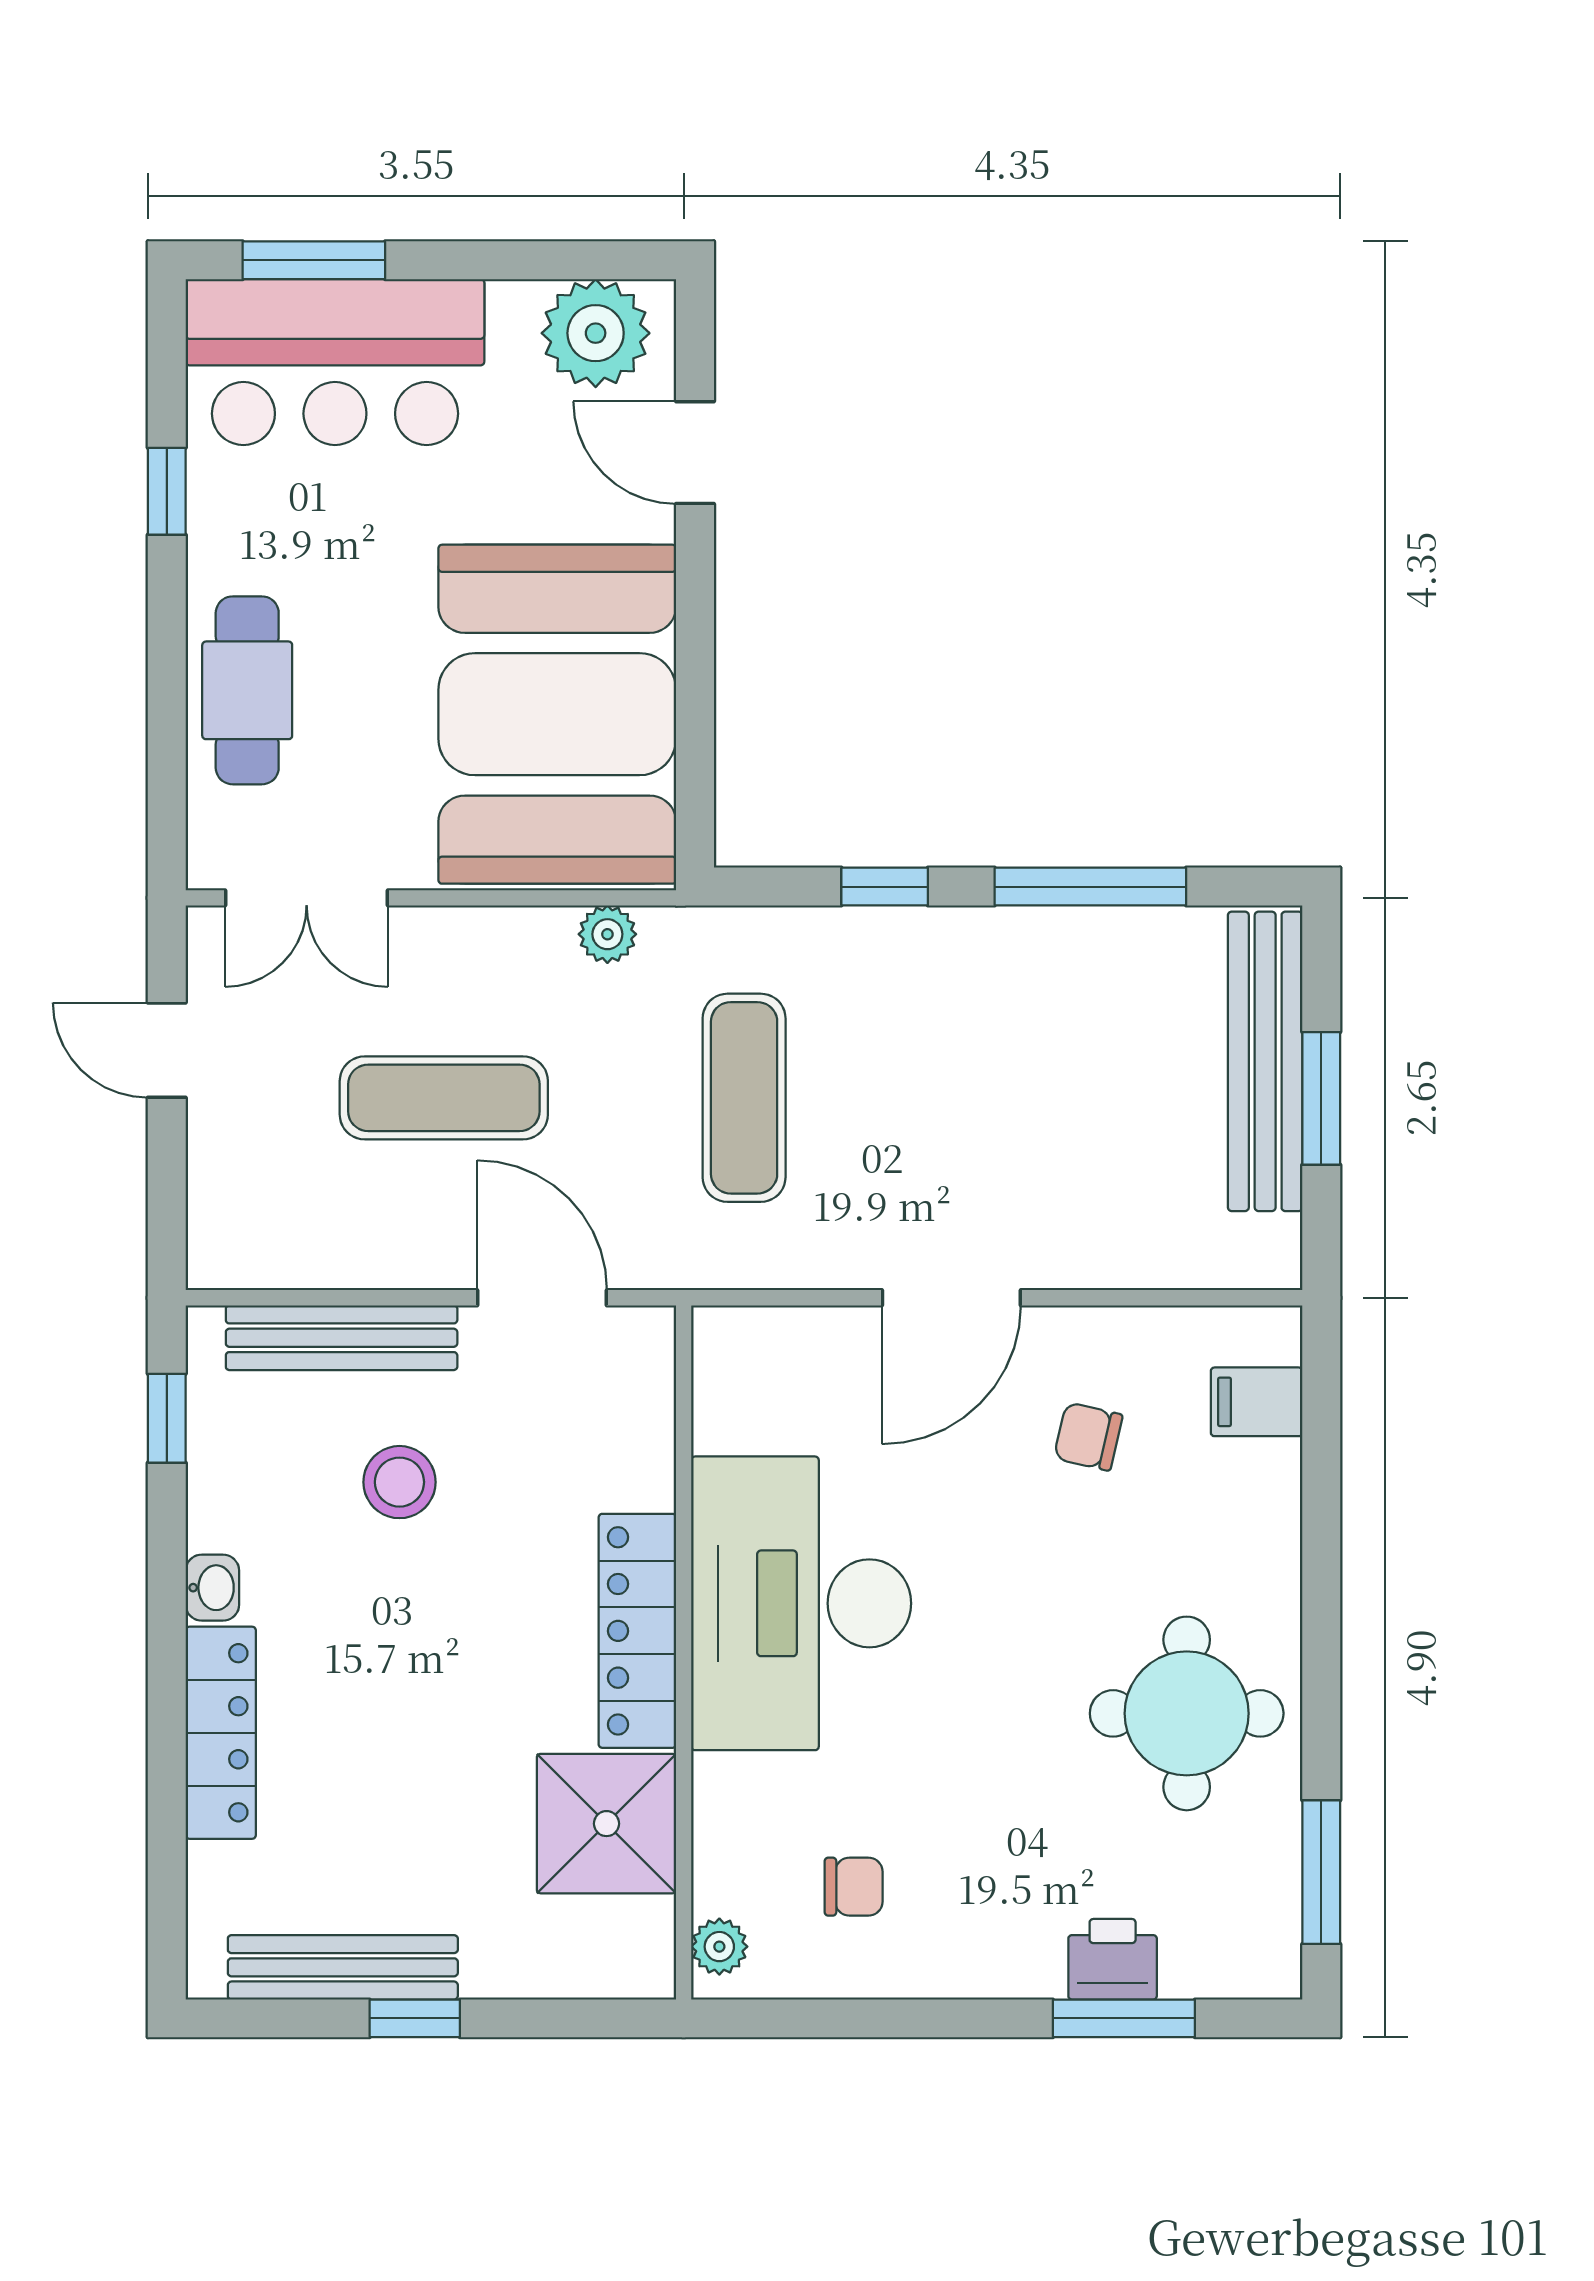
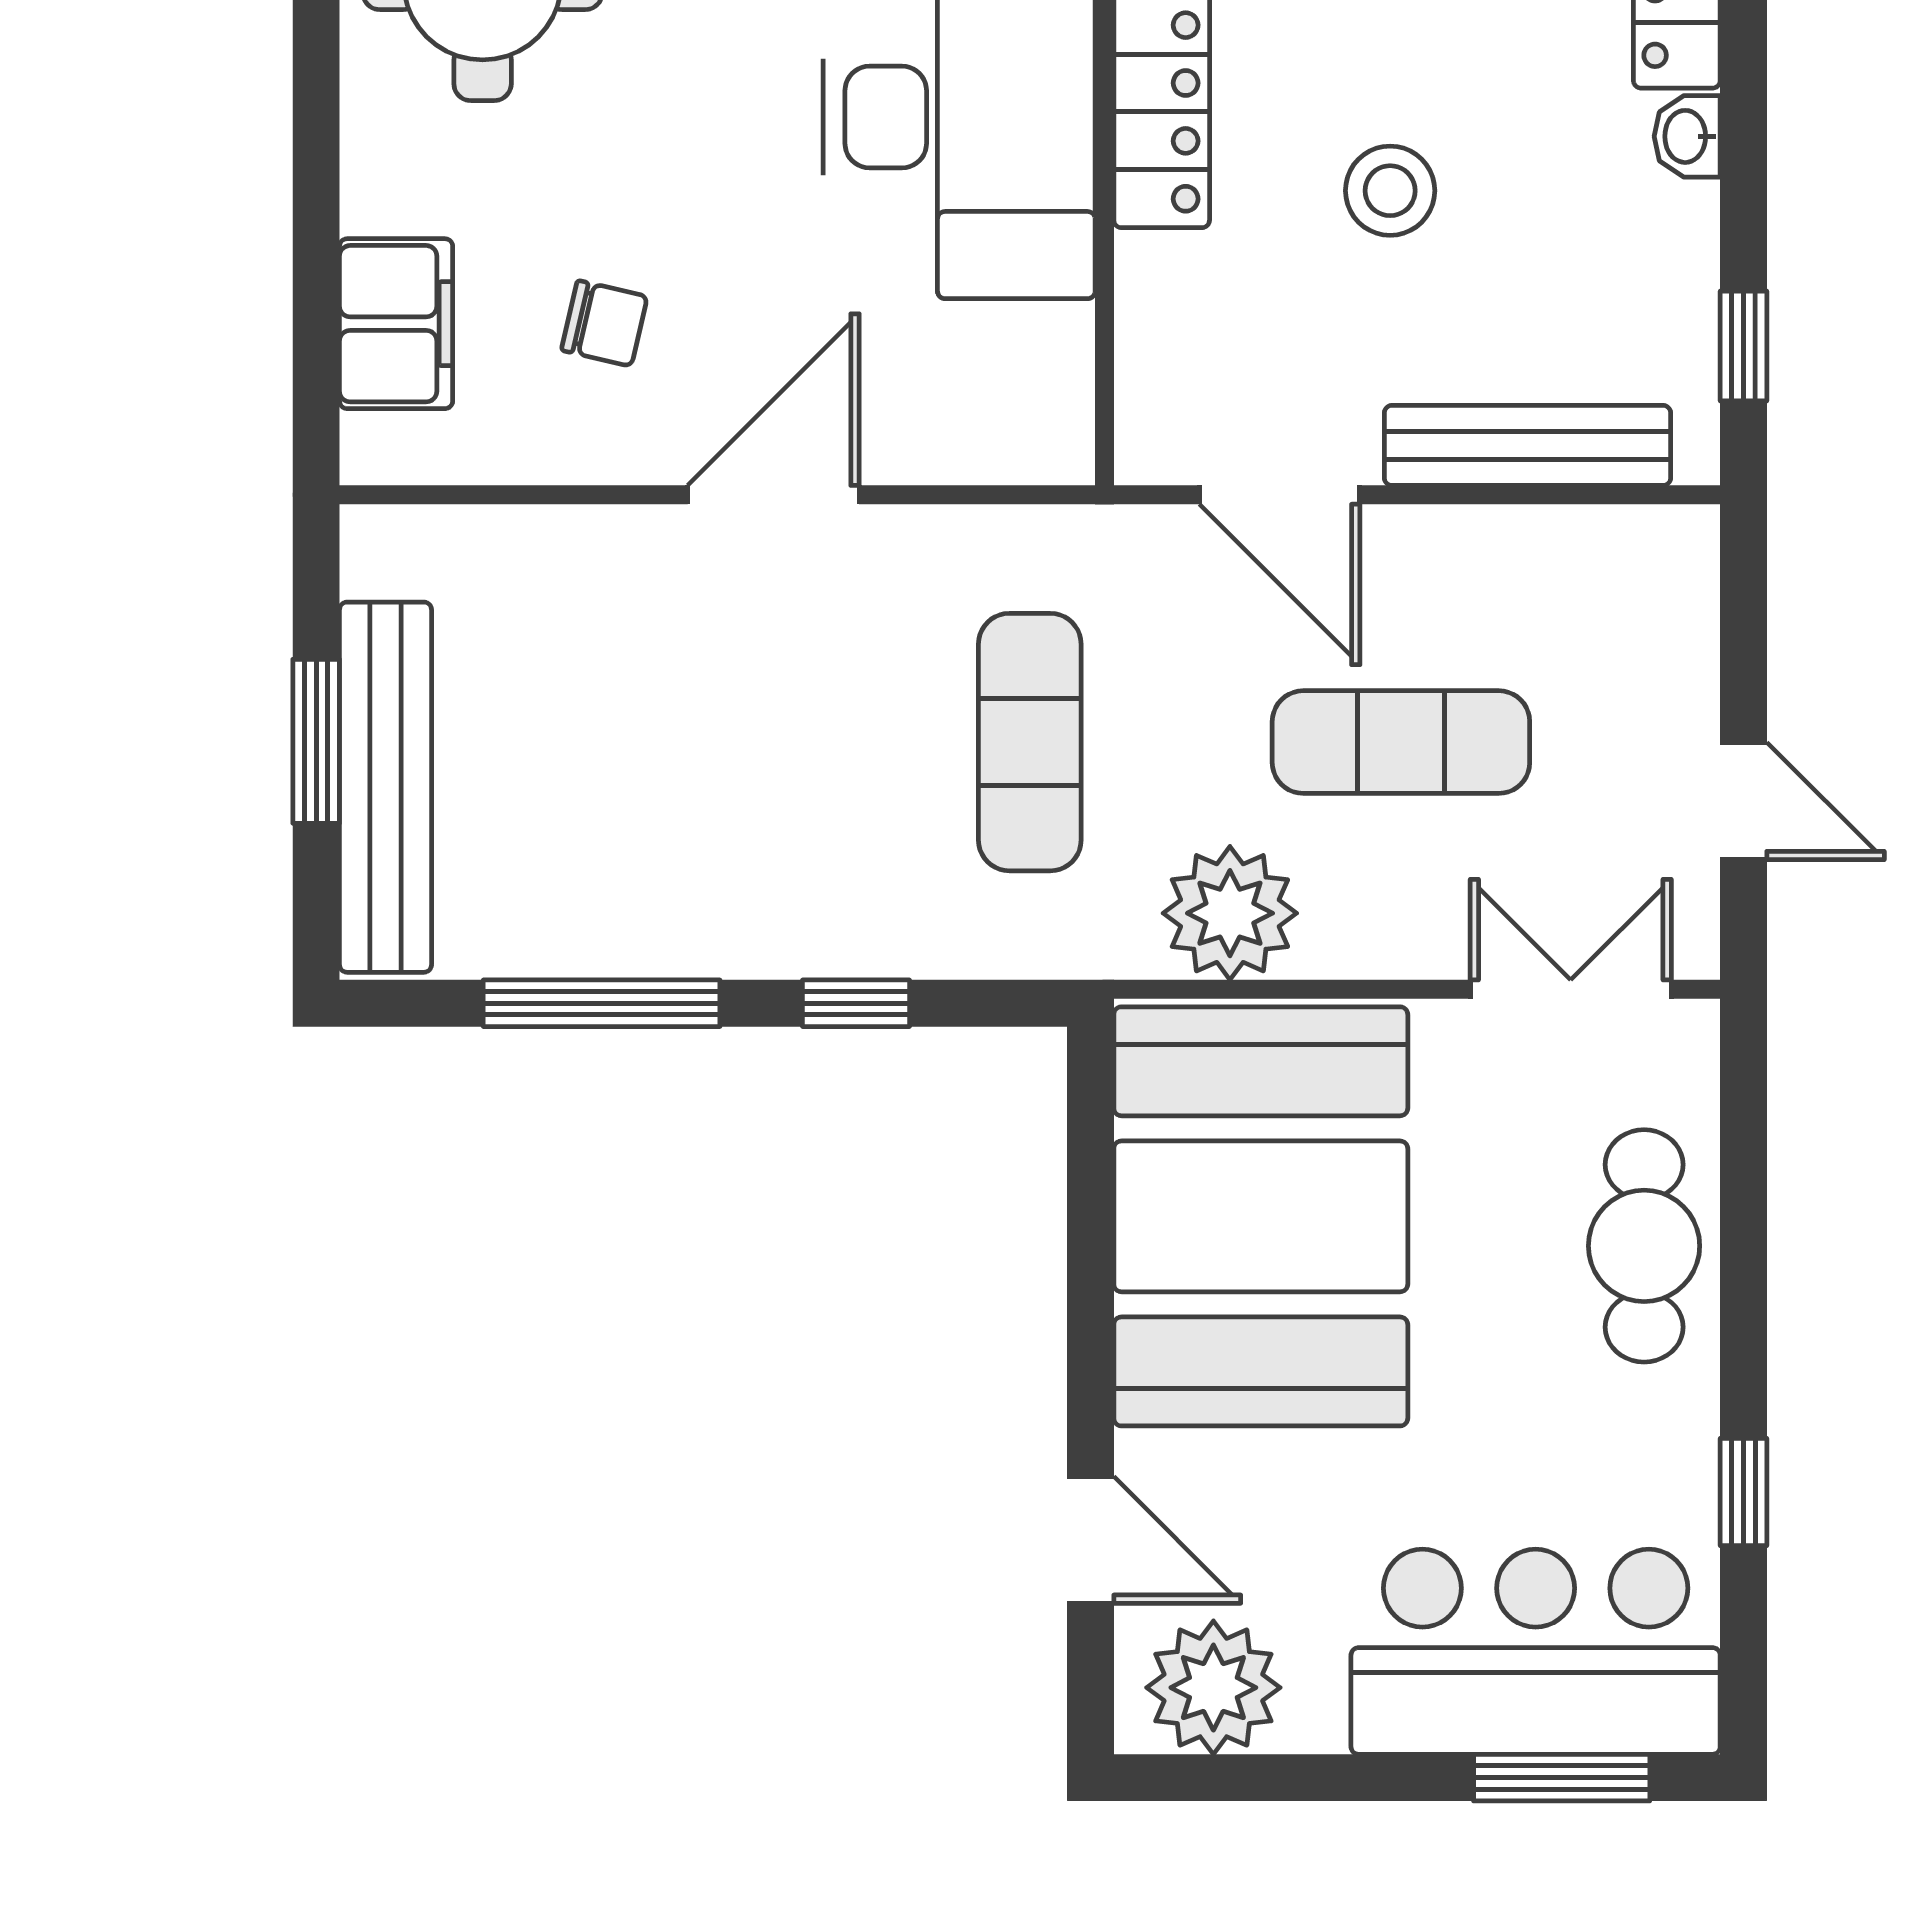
plant: (607, 934) -> (1230, 913), width x1.88, depth x1.88
filing cabinet: (1257, 1402) -> (396, 324), width x2.00
stool: (399, 1482) -> (1390, 191), moved

